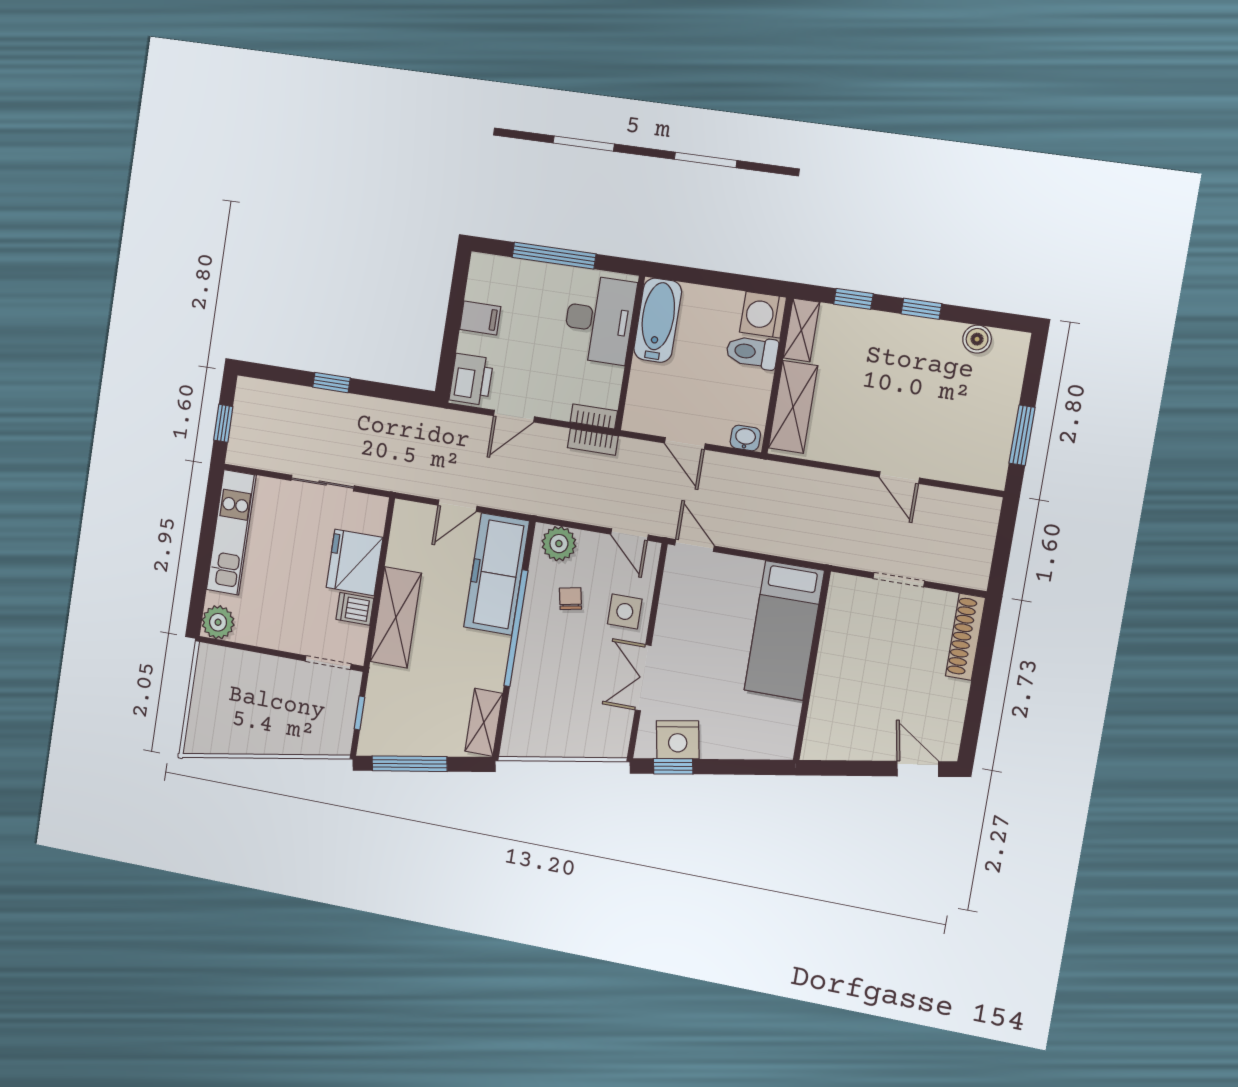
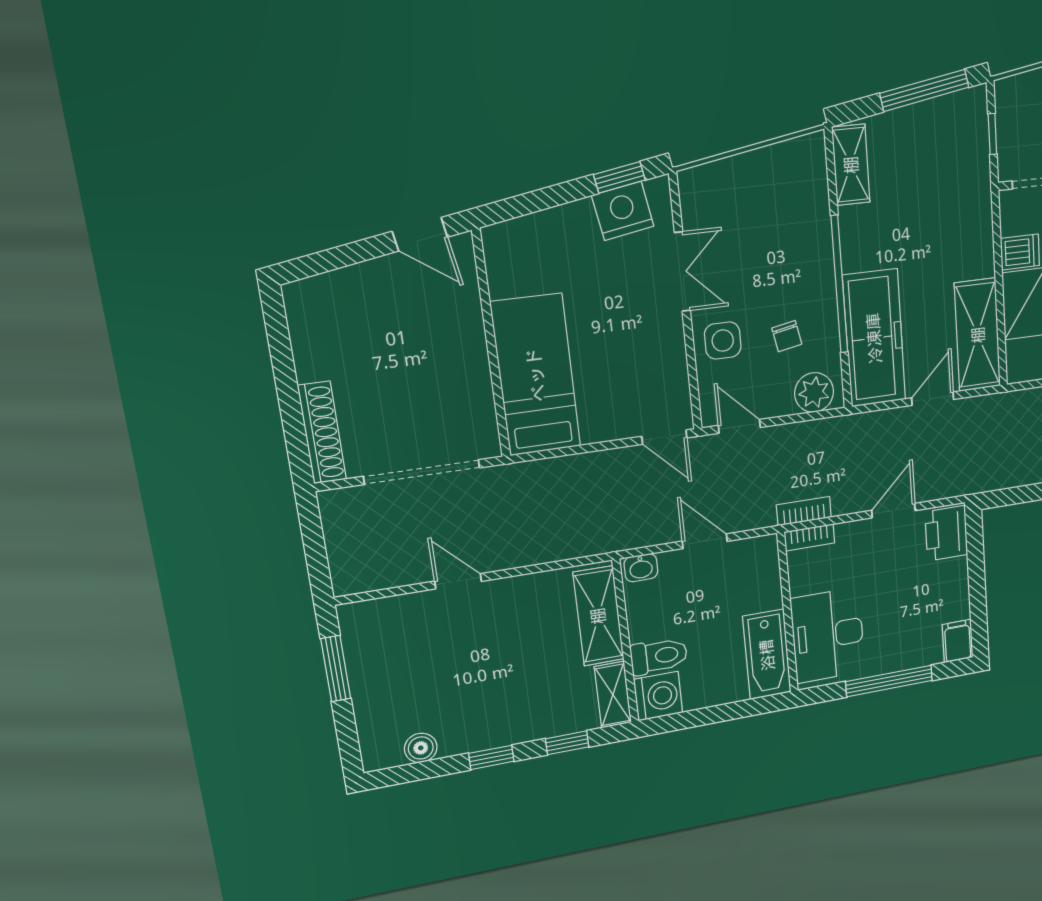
filing cabinet: (480, 318) -> (958, 641), moved, turned 90
doorway: (899, 580) -> (422, 472), width x1.87
shelving: (396, 617) -> (978, 335), moved
door: (918, 769) -> (420, 234), moved

